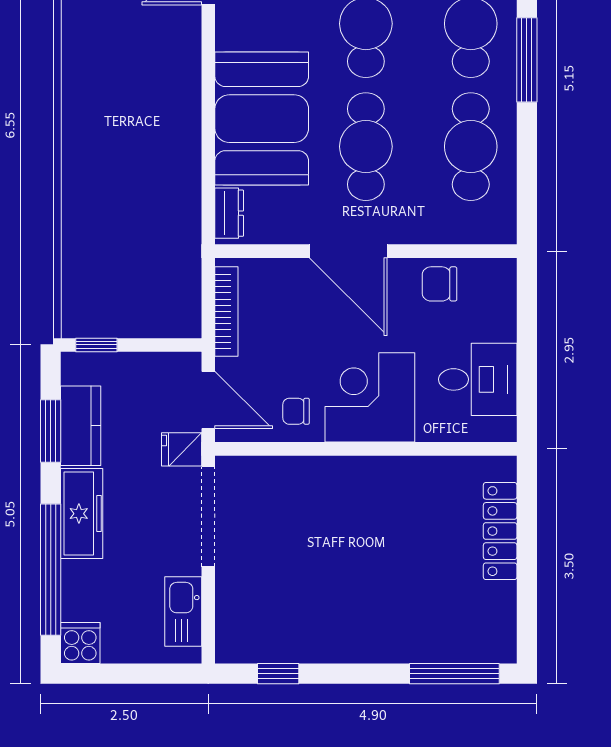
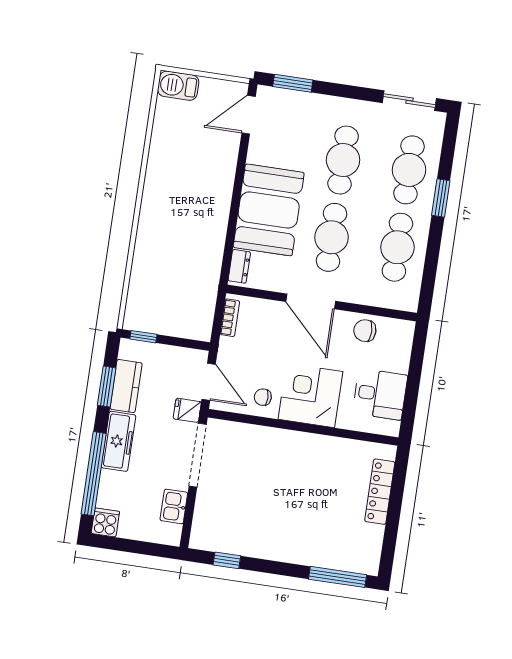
window: (527, 60) -> (441, 198), width x0.69
bookcase: (226, 311) -> (230, 318), width x0.64
kitchen sink: (183, 612) -> (174, 506), width x0.73

